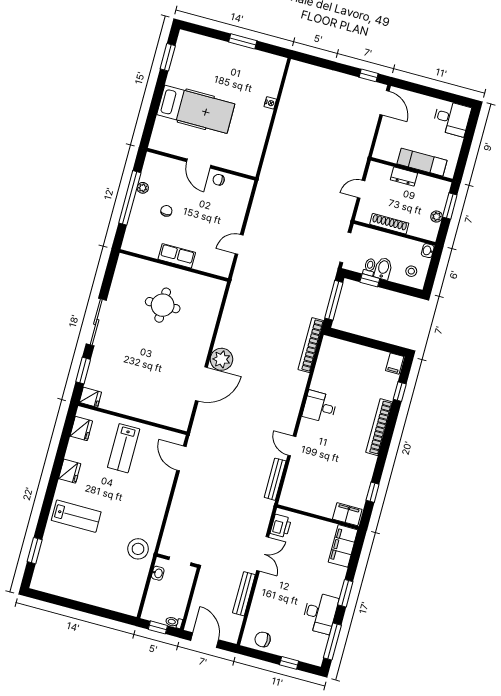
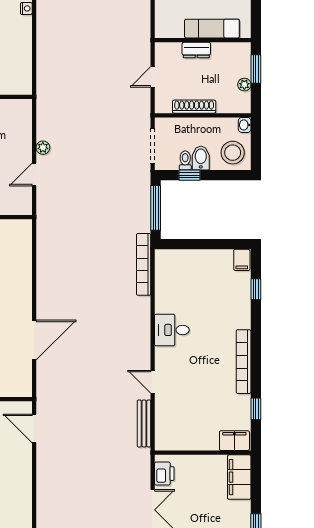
stool: (411, 271) -> (233, 153), width x1.89, depth x1.89
plant: (221, 359) -> (43, 148), moved, width x0.53, depth x0.53
bookcase: (379, 427) -> (244, 362), moved

